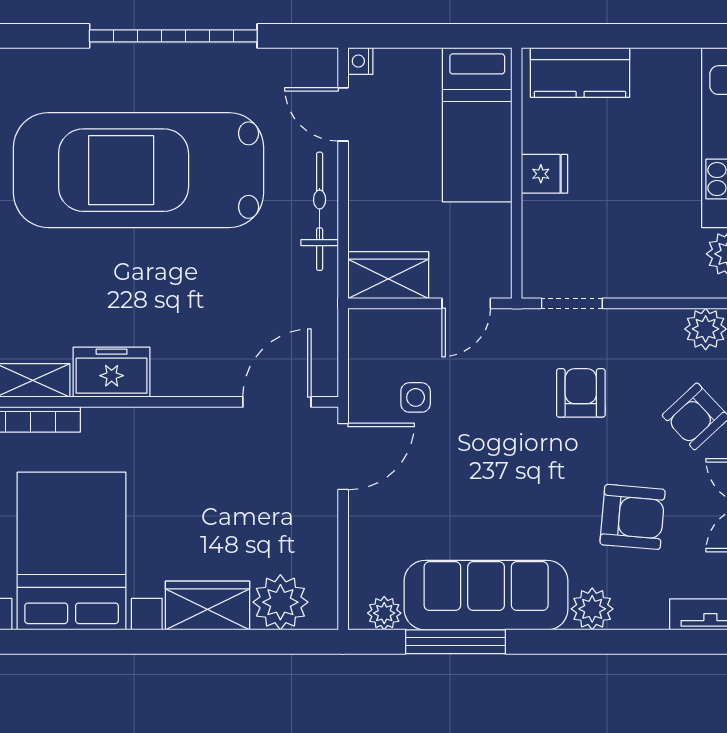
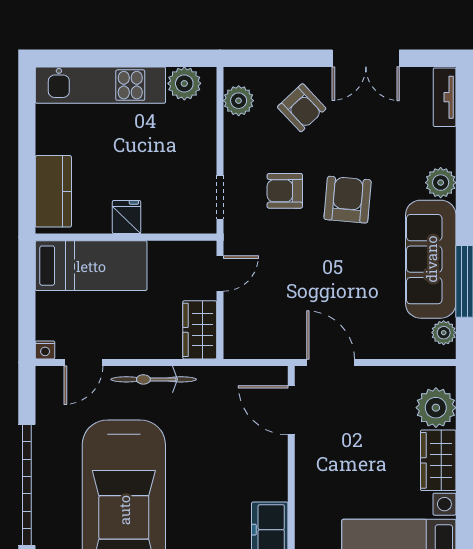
door: (466, 303) -> (220, 274), hinge flipped
side table: (416, 397) -> (288, 310), removed
armchair: (633, 517) -> (348, 200), moved

